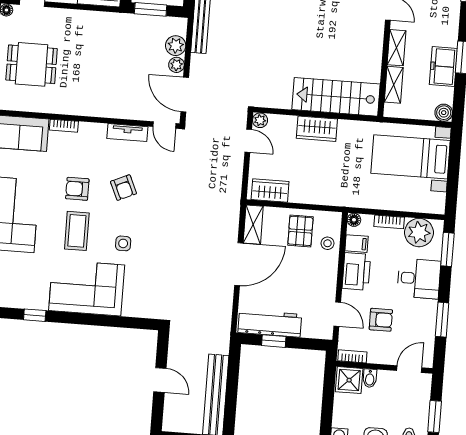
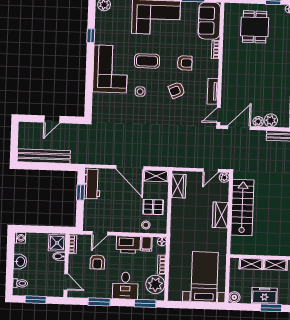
stairs: (336, 97) -> (242, 208), moved
armchair: (77, 189) -> (185, 63), moved, turned 90
workbench: (270, 323) -> (92, 184), width x0.73

